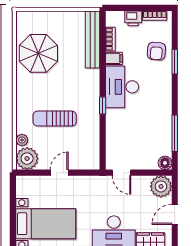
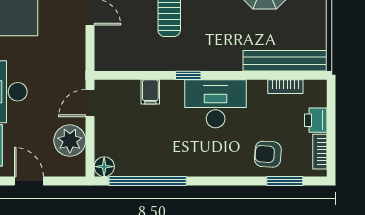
filing cabinet: (114, 58) -> (150, 92), moved
window: (175, 62) -> (285, 181), moved
window: (175, 133) -> (148, 181), width x1.46
plant: (161, 186) -> (70, 141), moved

